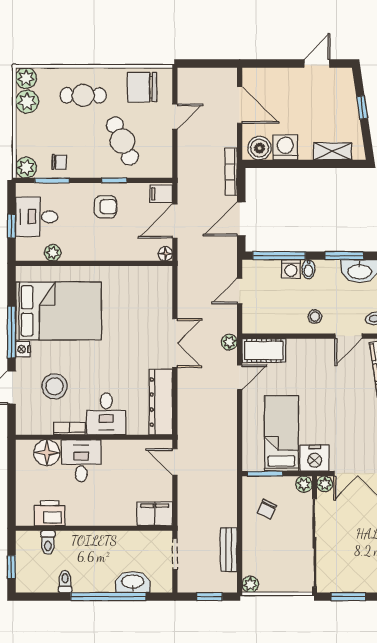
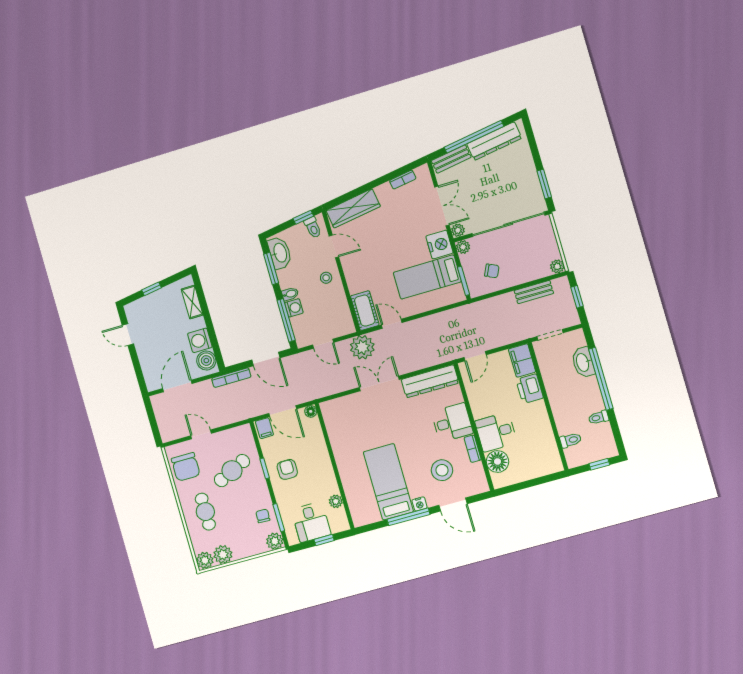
bed: (58, 311) -> (388, 482), width x0.67
plant: (229, 342) -> (362, 347), width x1.87, depth x1.87
printer: (50, 513) -> (530, 389), moved

